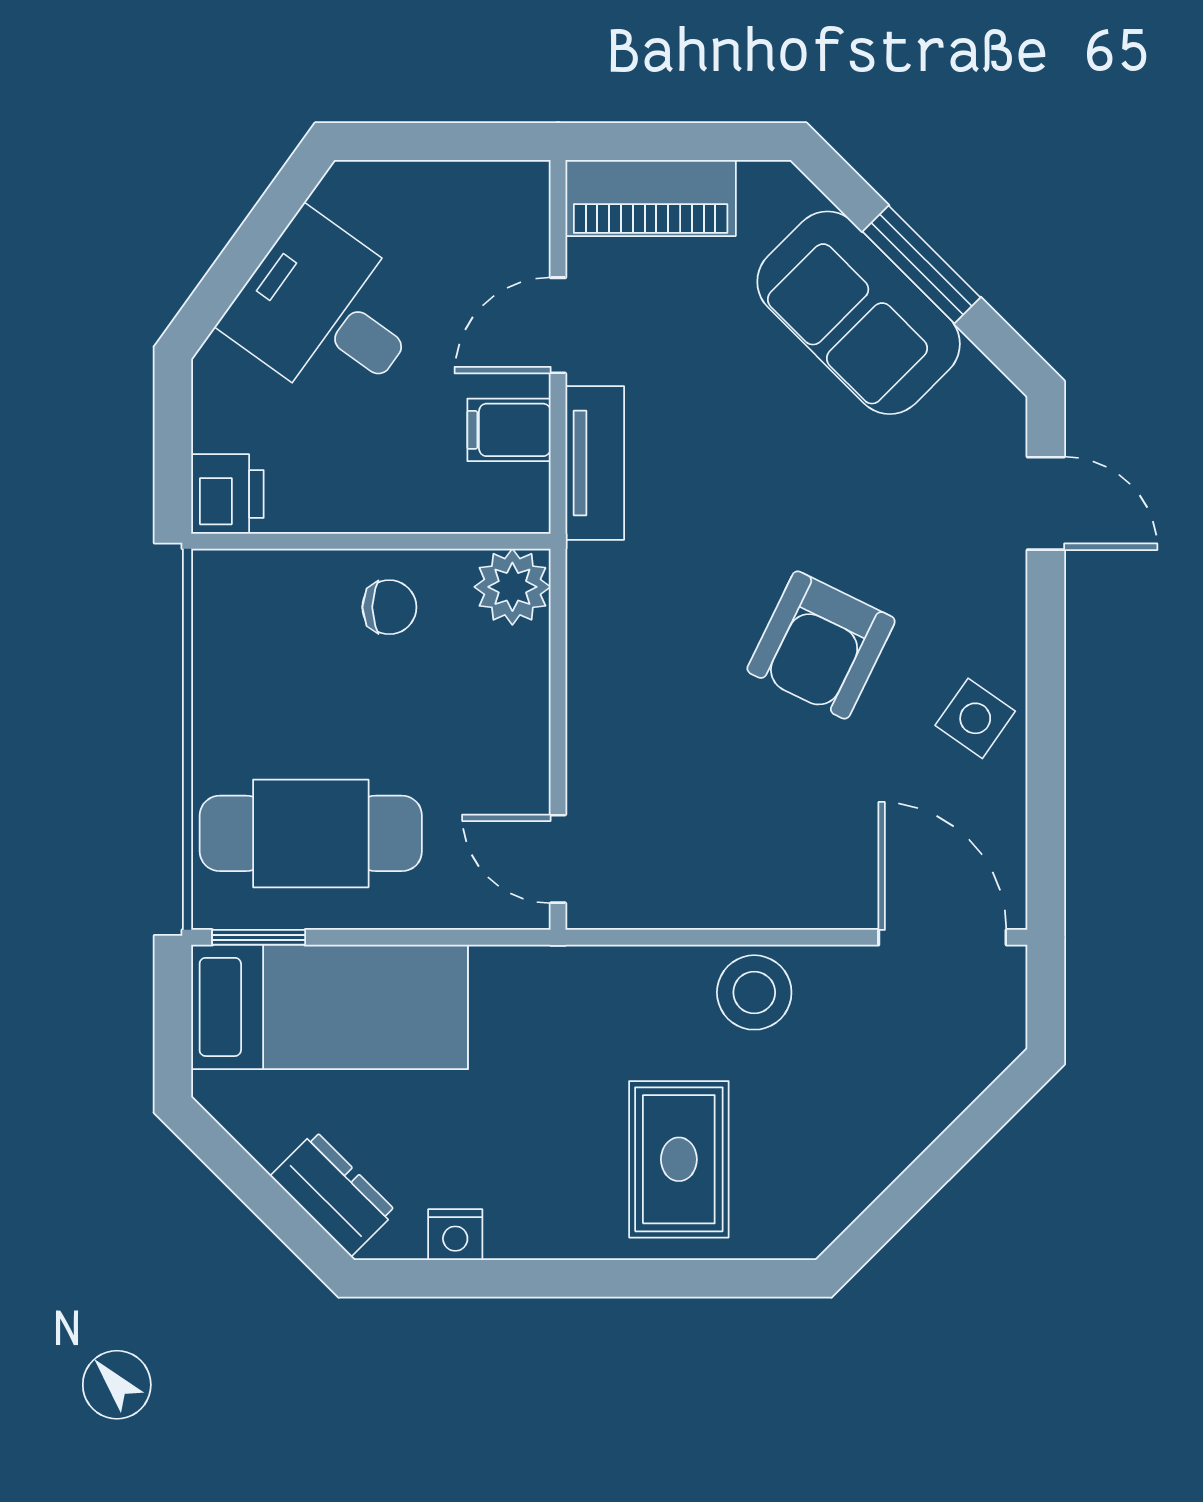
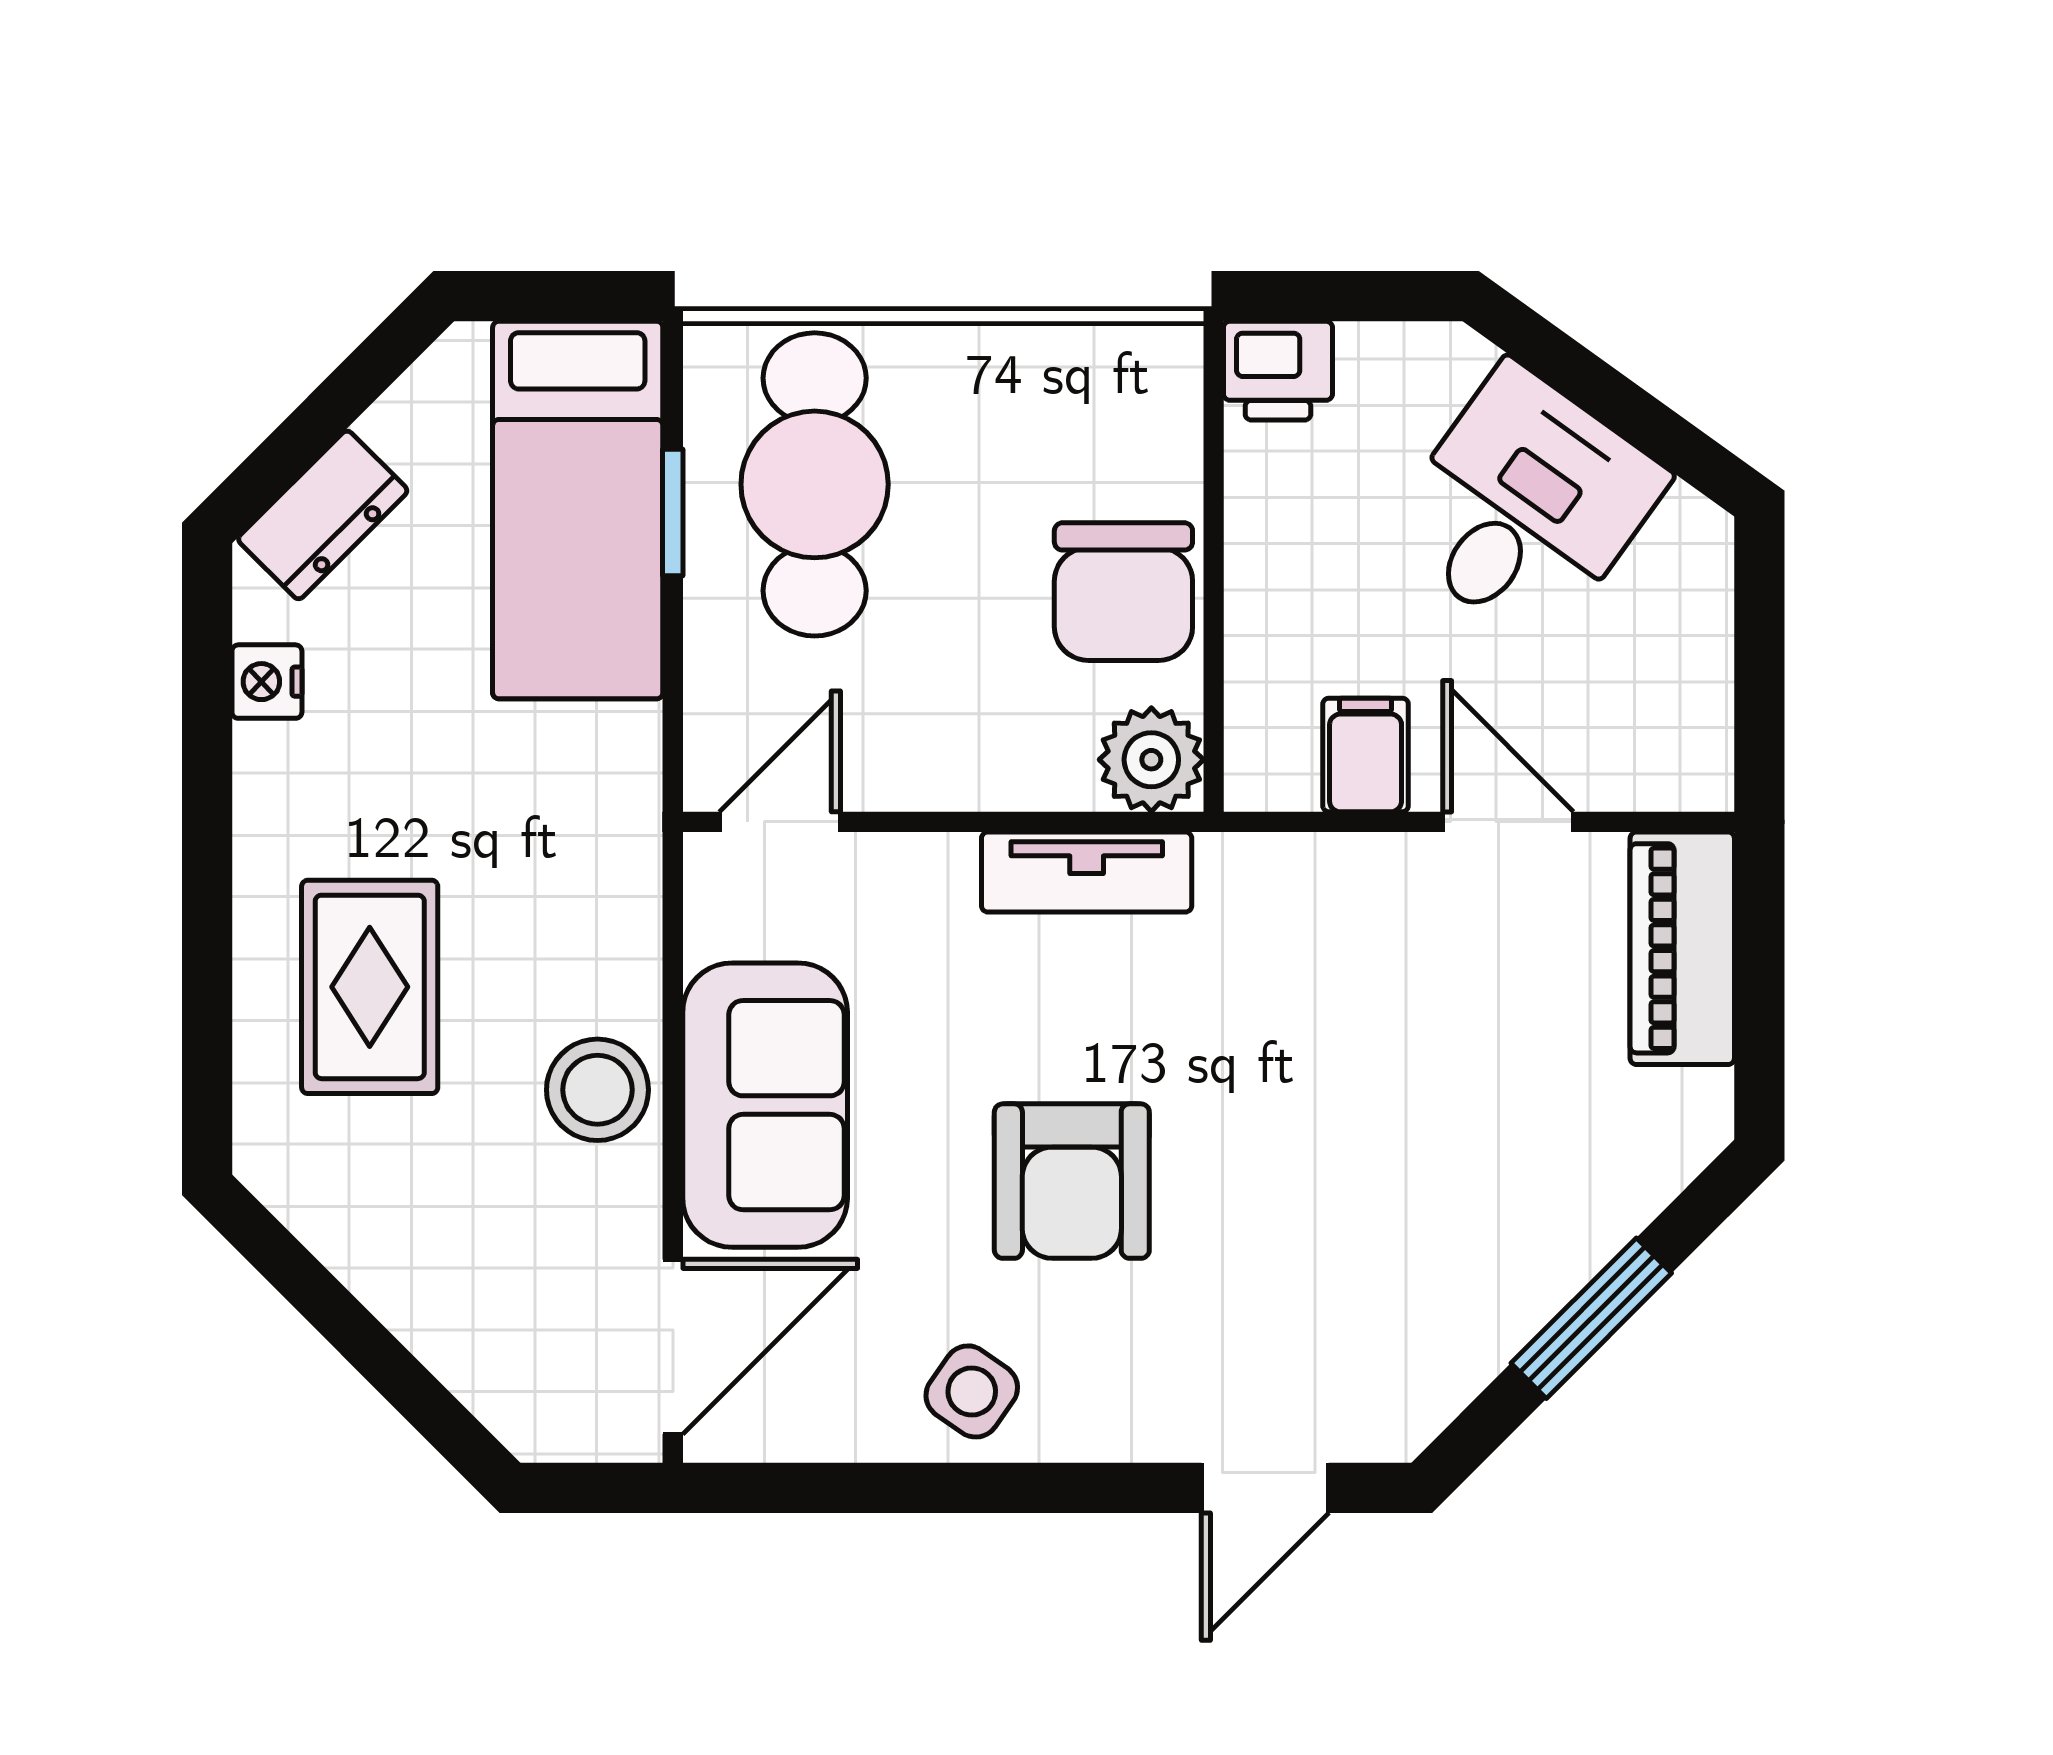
sofa: (859, 313) -> (765, 1105), moved, turned 135
tv unit: (595, 463) -> (1087, 872), moved
chair: (389, 607) -> (1123, 592), width x1.87, depth x1.87
armchair: (821, 645) -> (1072, 1181), turned -116
window: (259, 937) -> (673, 512), moved
rug: (679, 1159) -> (370, 987), turned 90

